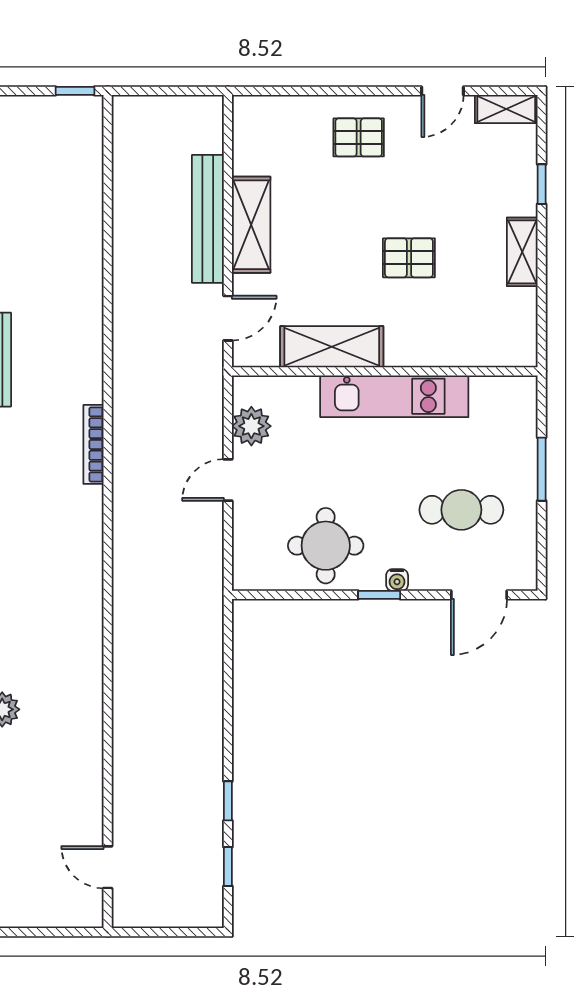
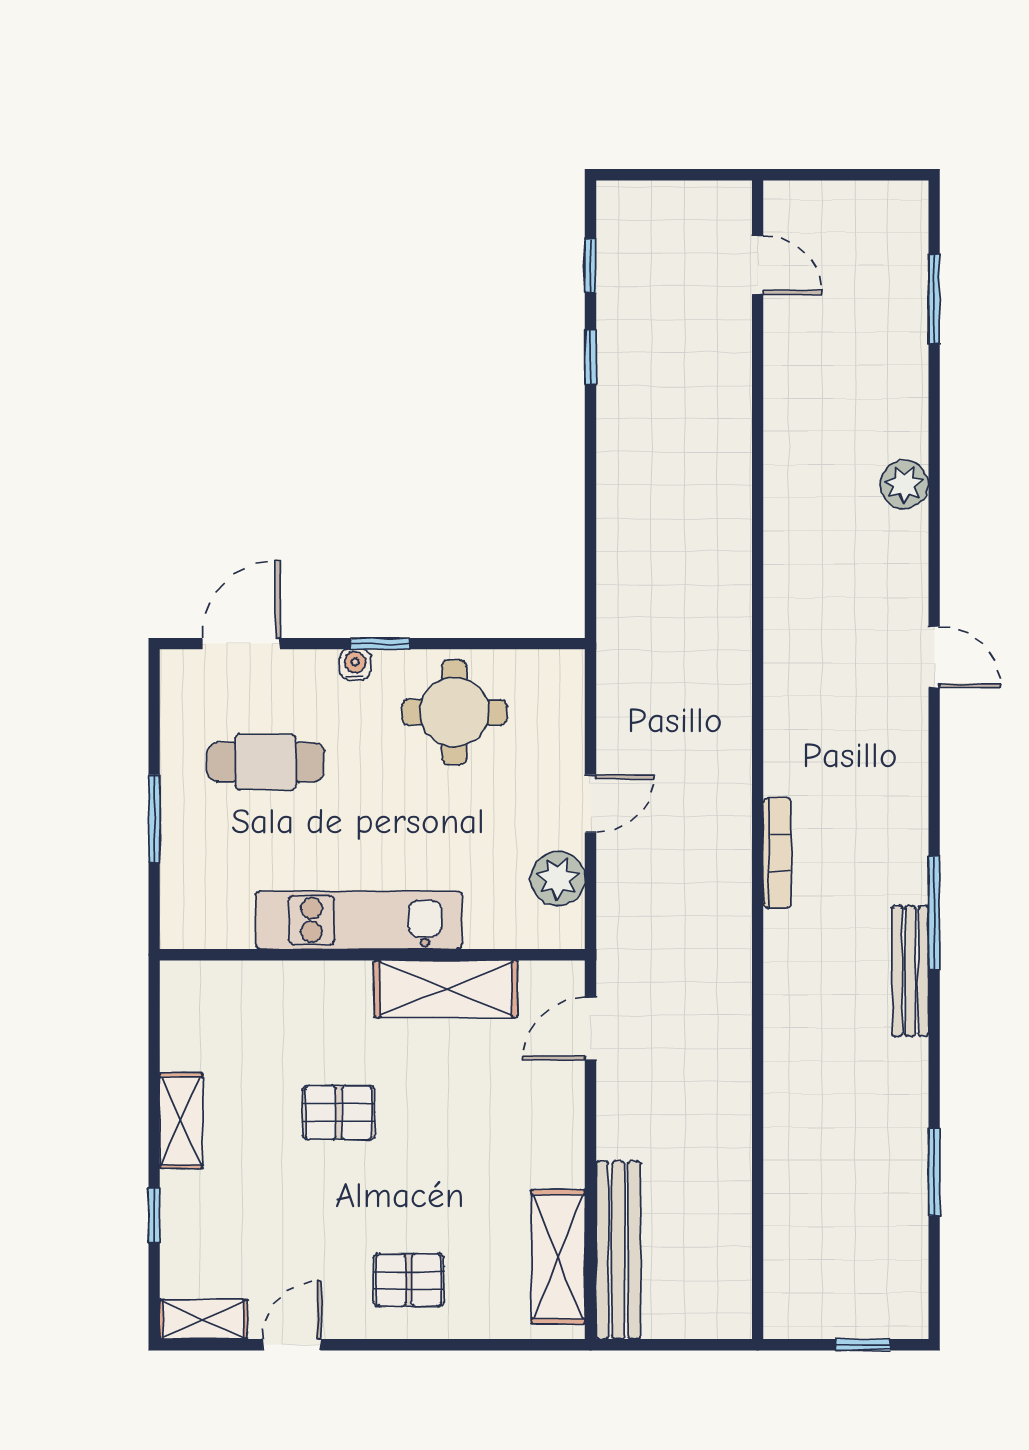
window: (75, 91) -> (863, 1345), moved
bench: (208, 219) -> (618, 1250), moved
shelving: (251, 225) -> (558, 1257), moved

